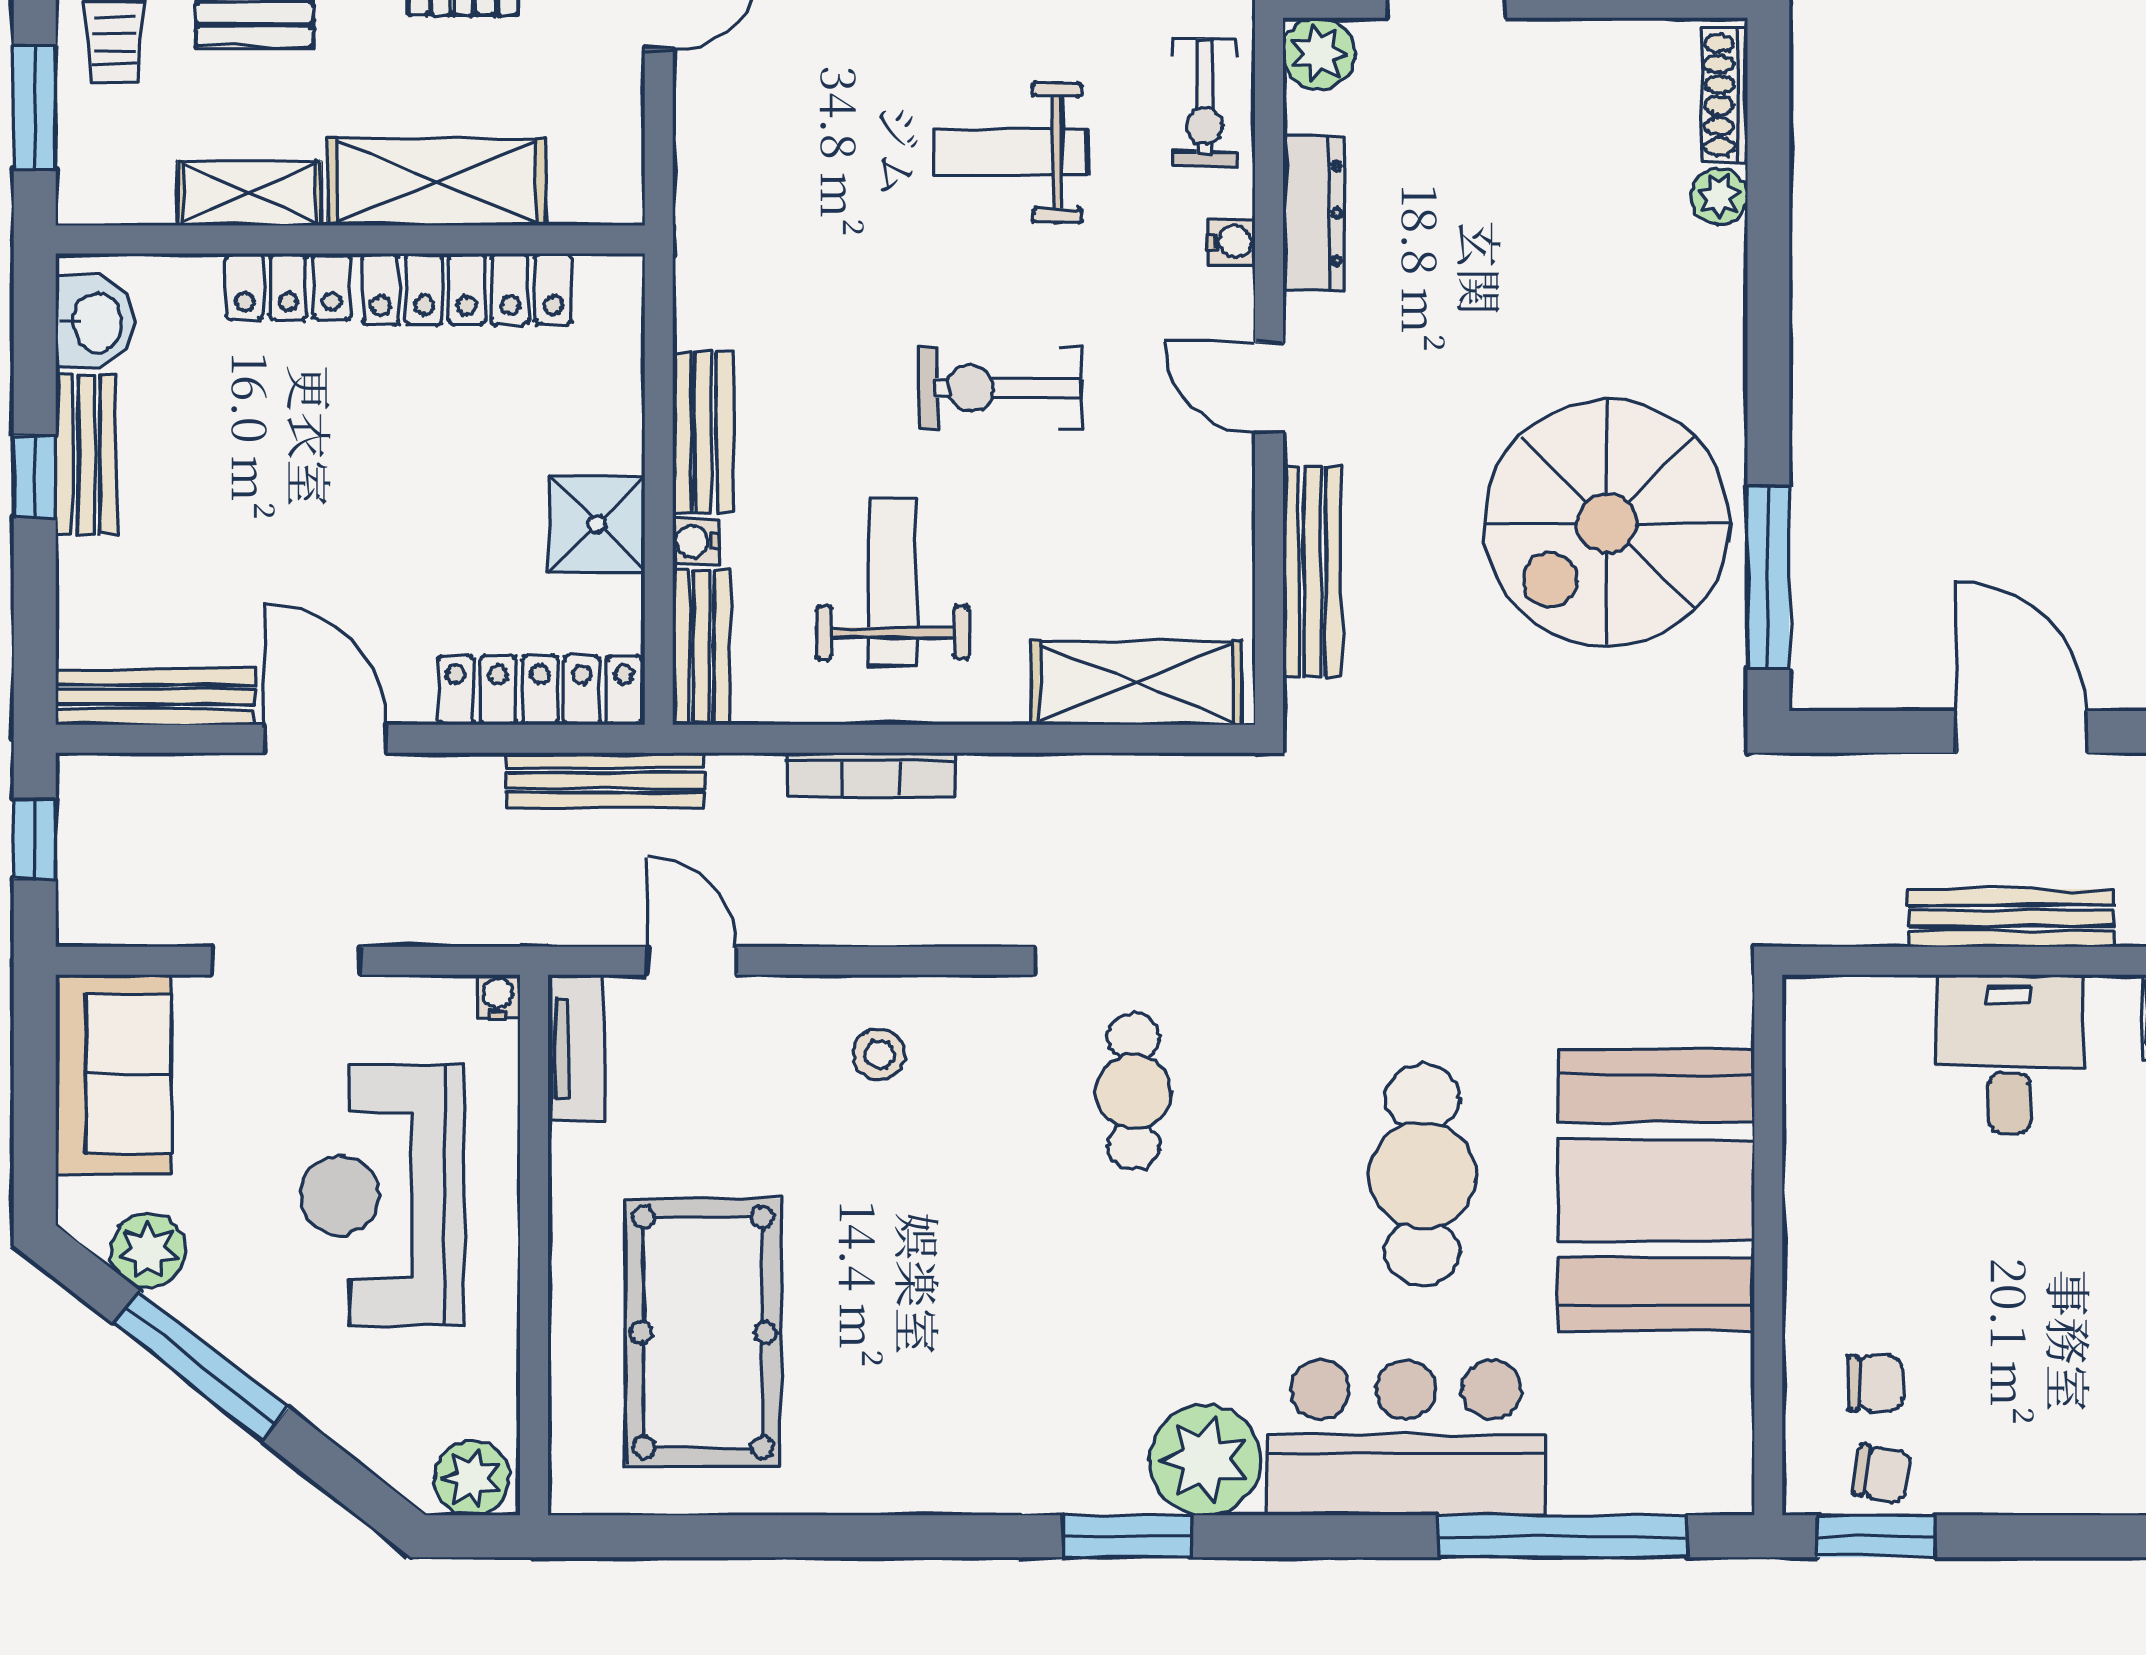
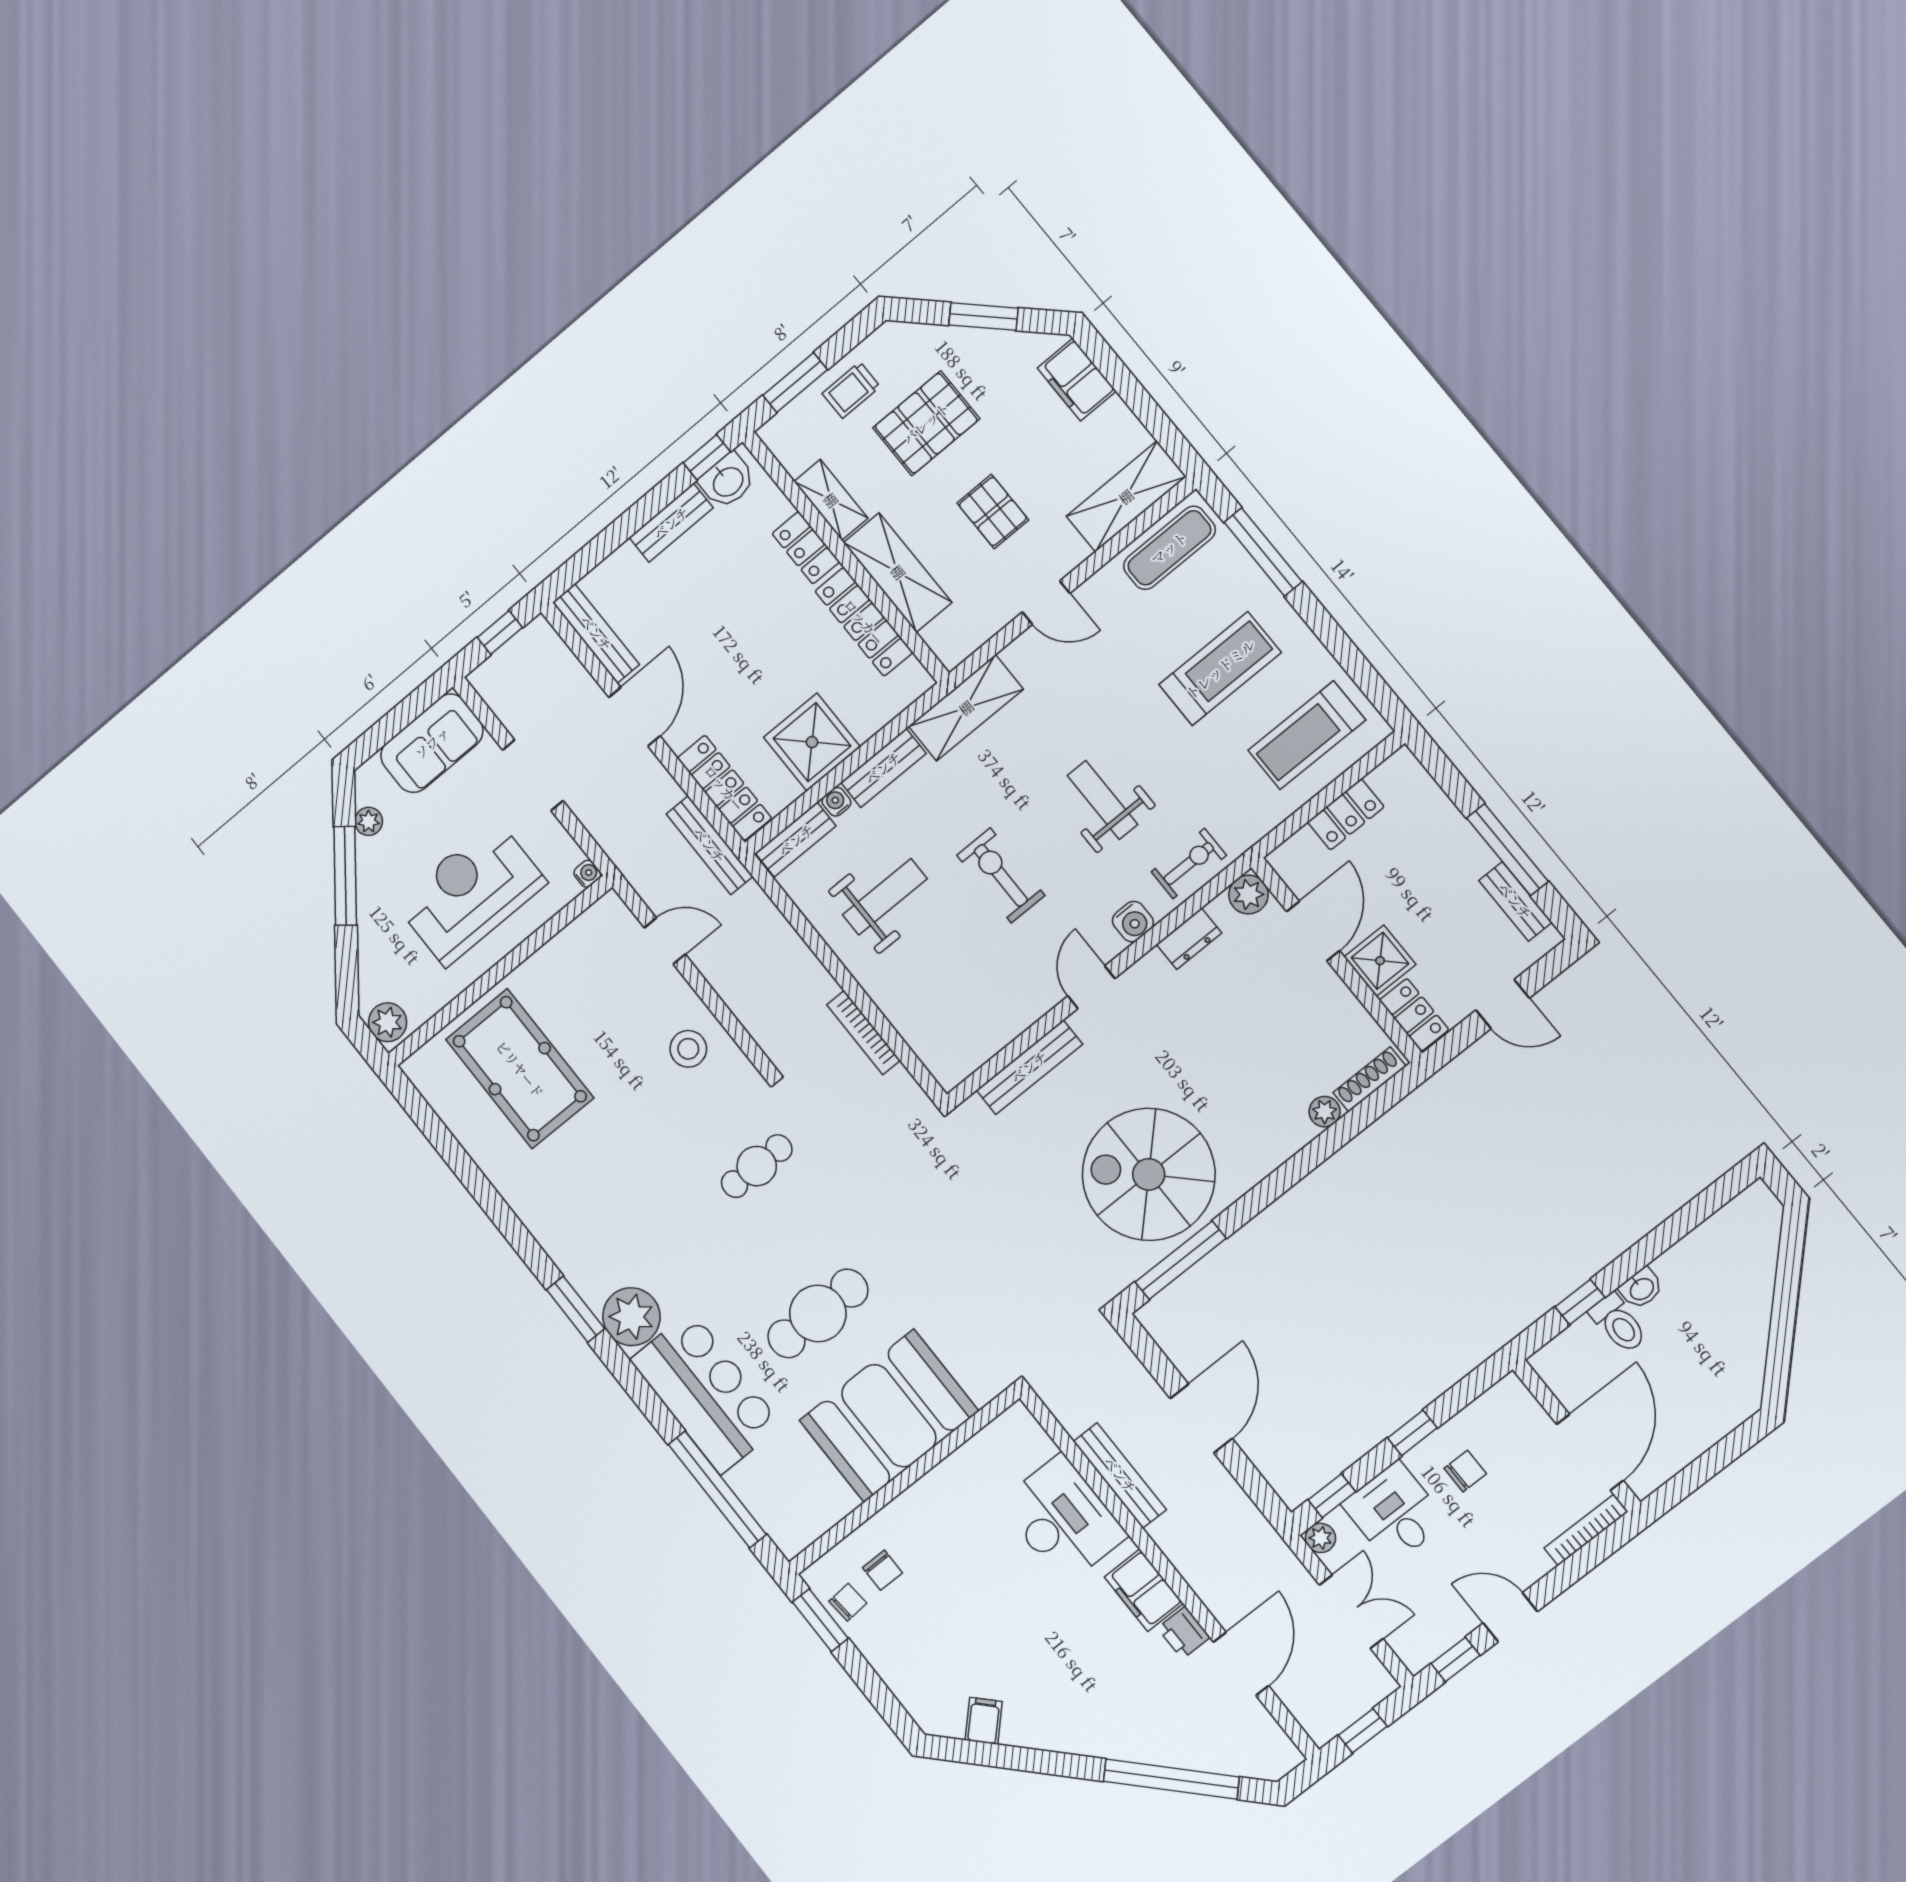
exercise bike: (1205, 103) -> (1189, 864), turned 180
dresser: (1313, 213) -> (1189, 939), width x0.70
water cooler: (1232, 242) -> (1133, 922), width x1.38, depth x1.38
window: (35, 477) -> (707, 457), moved
shower: (597, 524) -> (812, 742), width x1.36, depth x1.36
shelving: (1136, 683) -> (966, 708), moved, turned 90
bookcase: (871, 774) -> (863, 1033), moved
door: (692, 961) -> (665, 941), hinge flipped
tv unit: (576, 1048) -> (592, 923), removed
stool: (879, 1054) -> (688, 1049), width x1.37, depth x1.37
desk: (2009, 1054) -> (1063, 1519), width x1.37
plant: (148, 1250) -> (369, 821), width x0.73, depth x0.73
pool table: (703, 1332) -> (520, 1069), turned 90
chair: (1882, 1474) -> (848, 1602), turned -105

